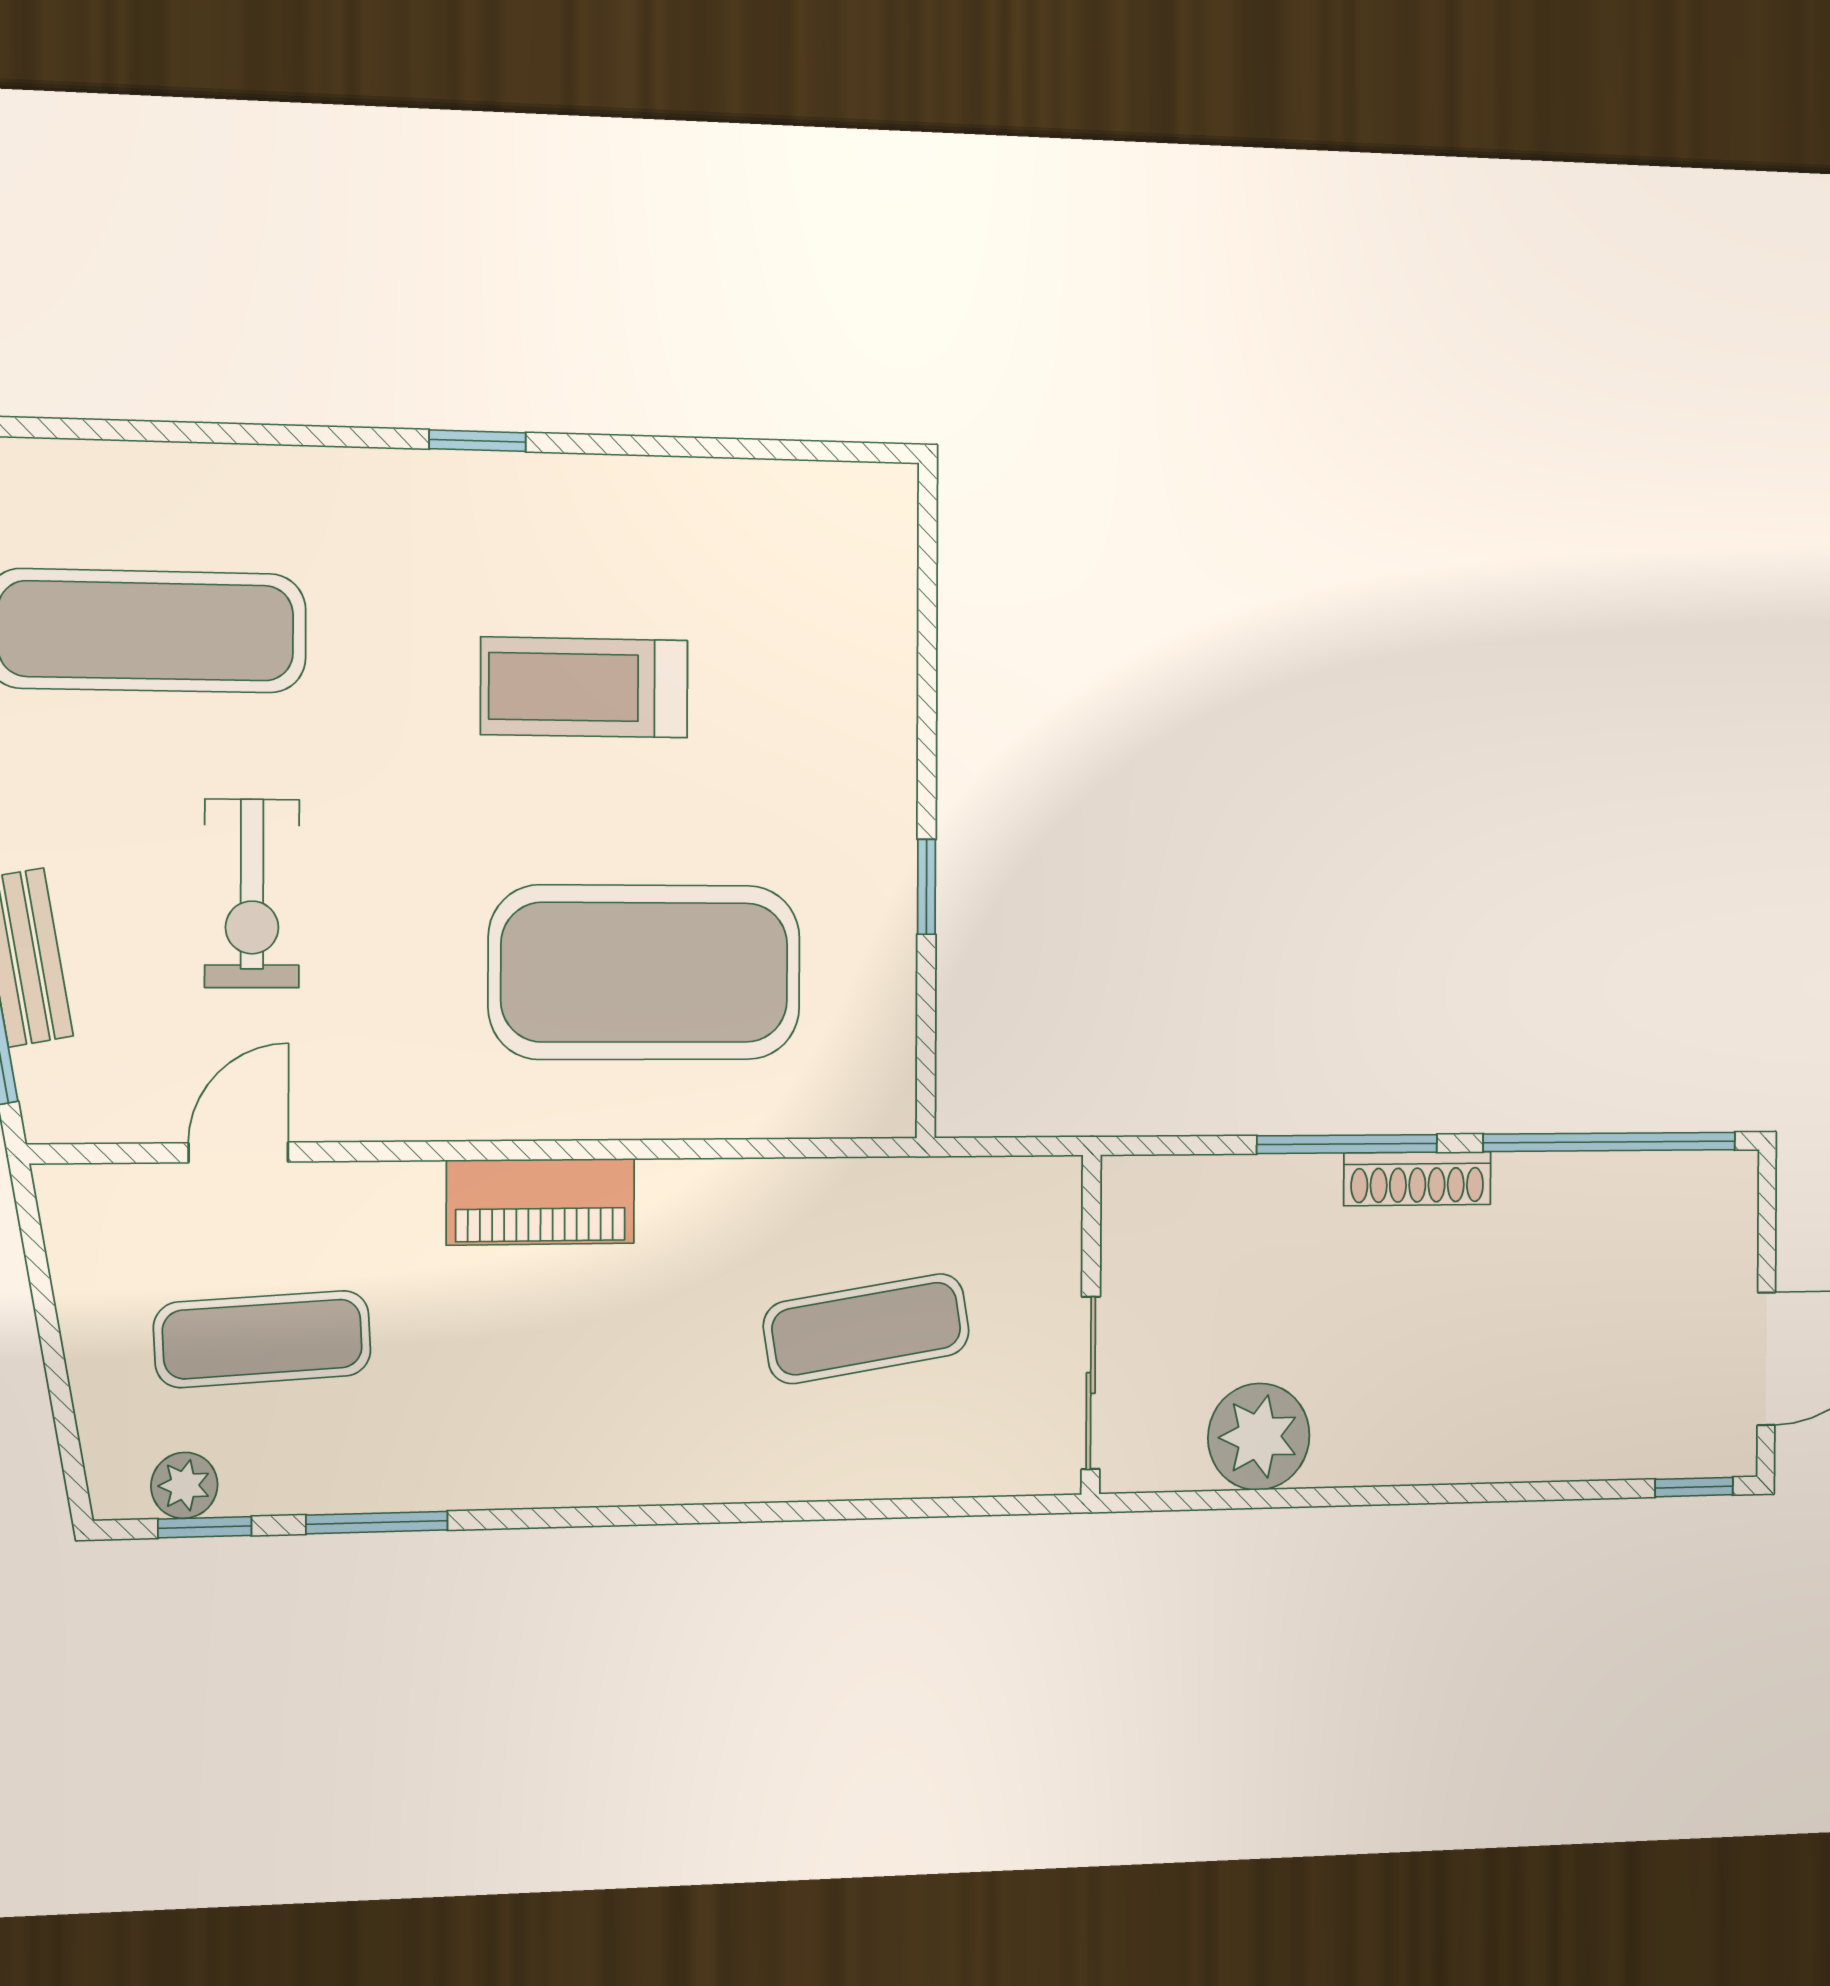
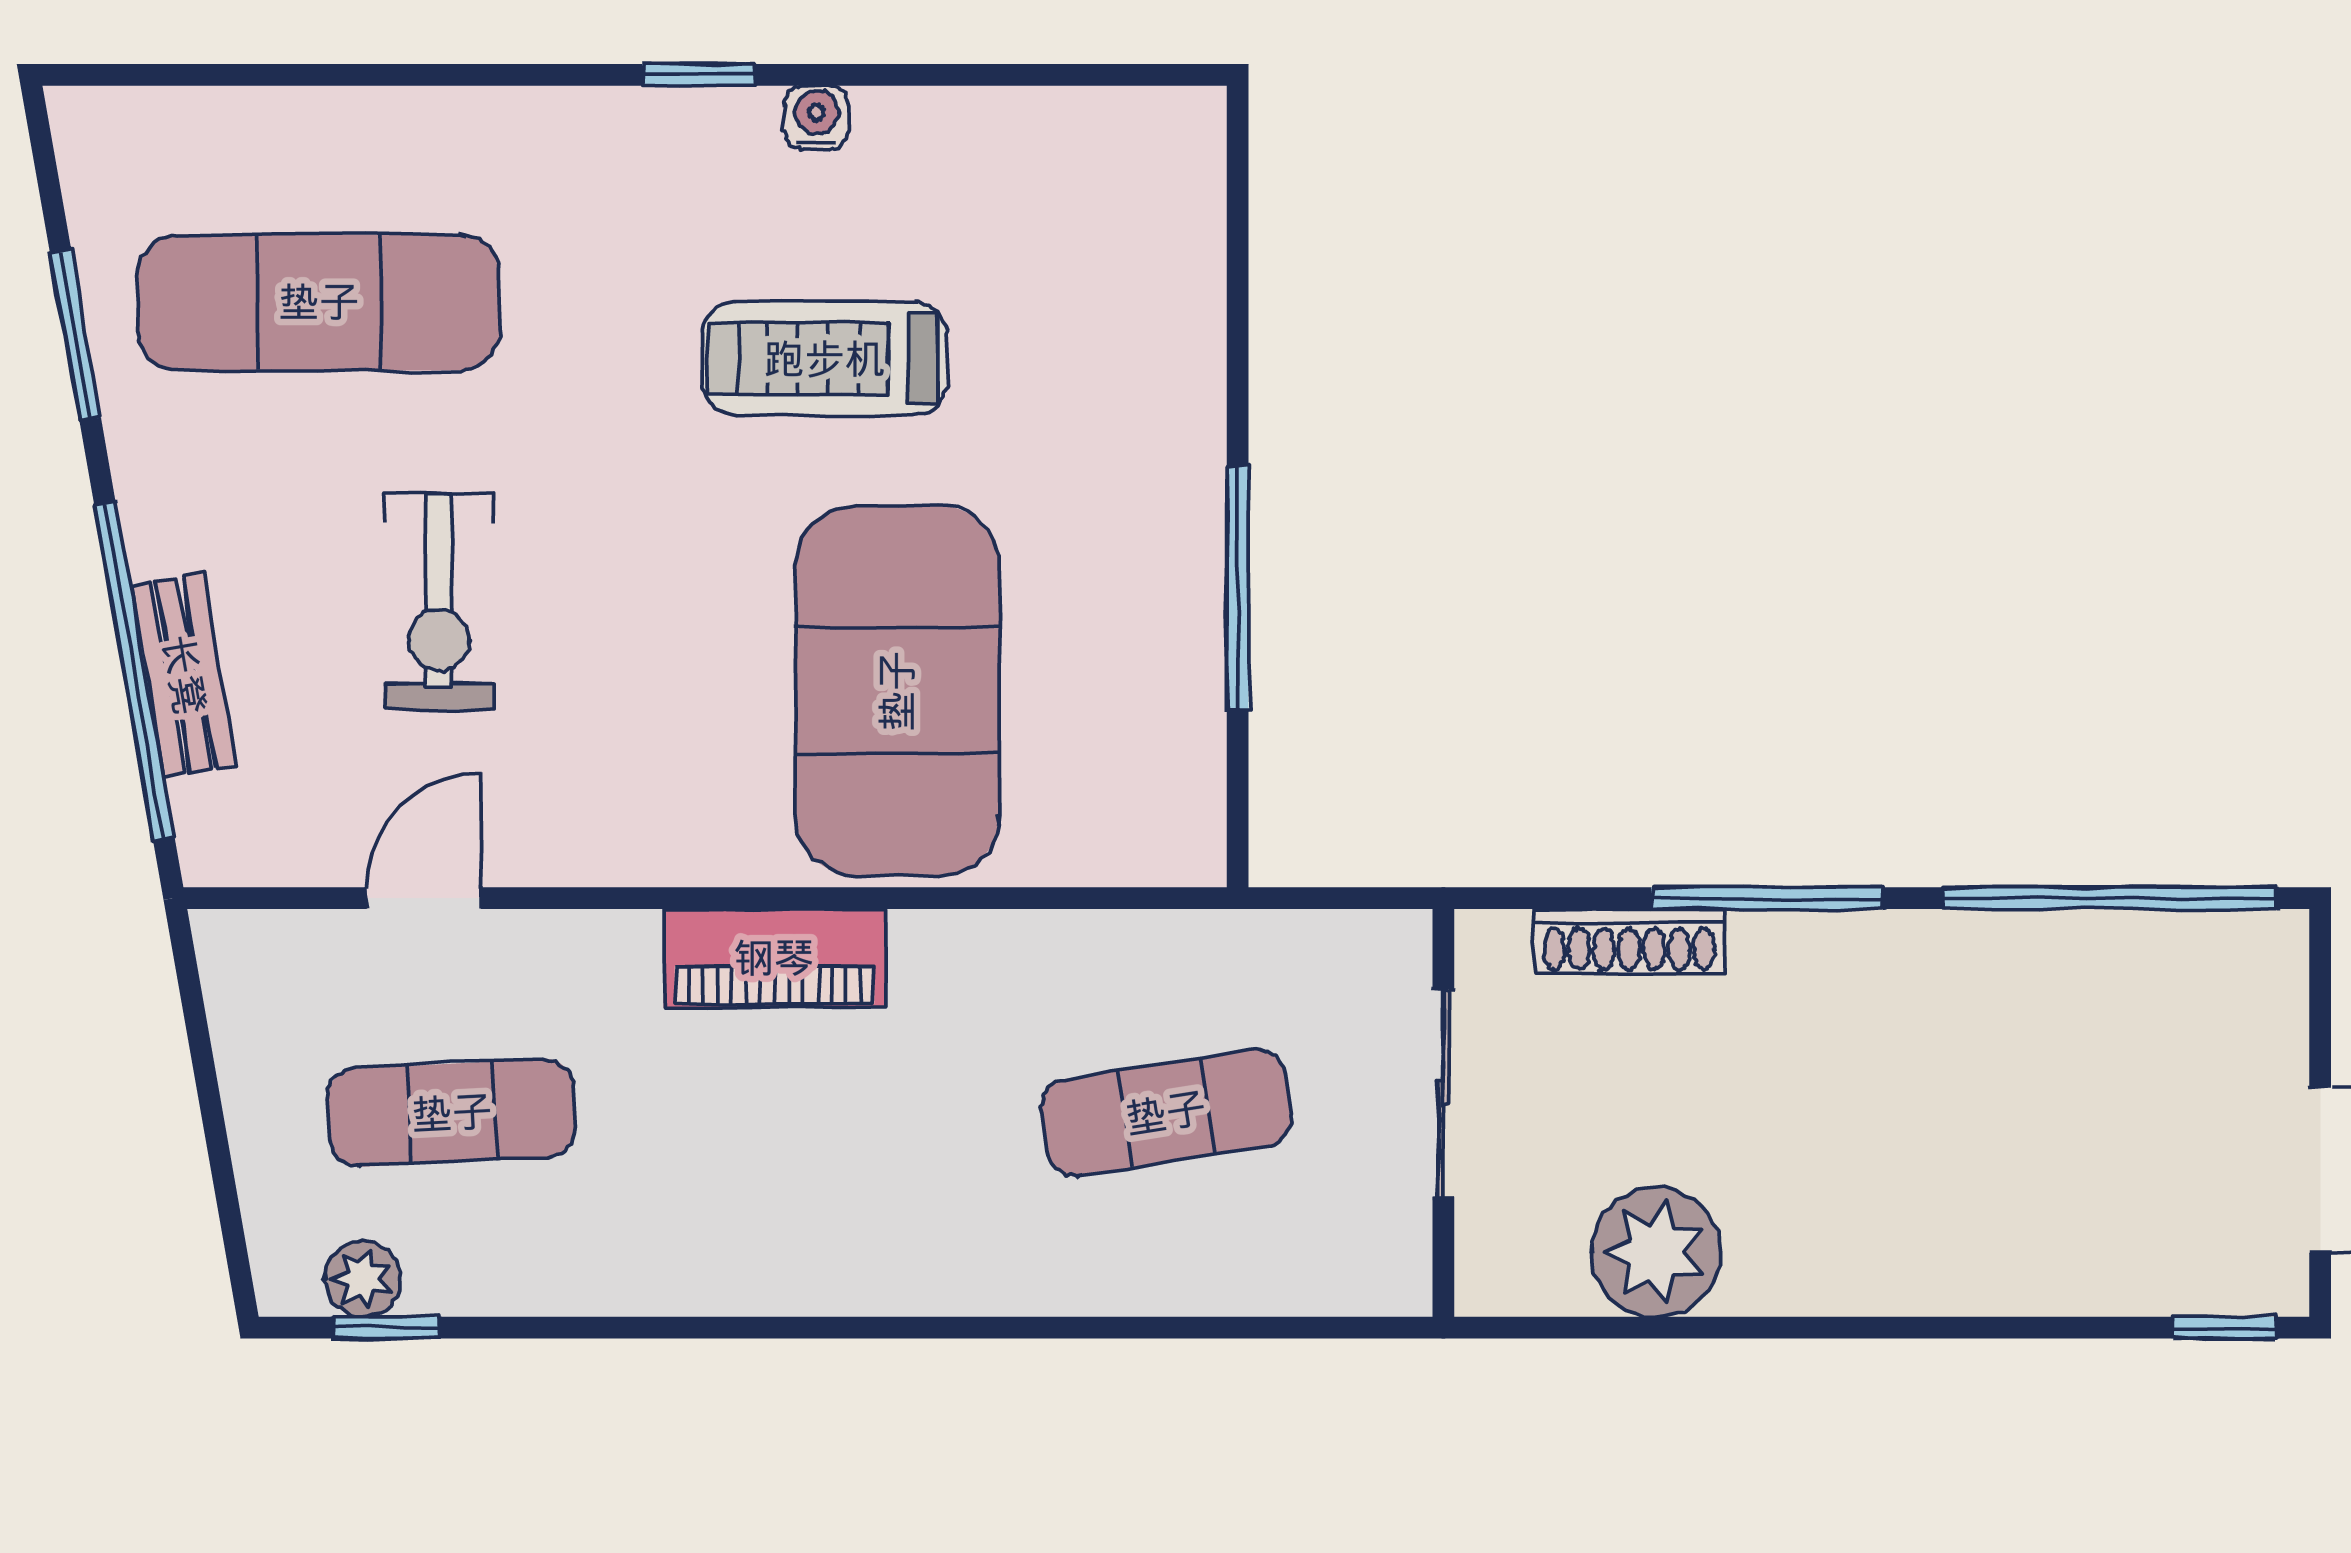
water cooler: (578, 480) -> (816, 118), added
window: (926, 887) -> (1238, 589), width x2.17
exercise mat: (645, 972) -> (897, 691), turned 90
shoe rack: (1417, 1179) -> (1629, 941), moved
sliding door: (1091, 1383) -> (1443, 1093), moved
window: (377, 1523) -> (584, 1328), removed

